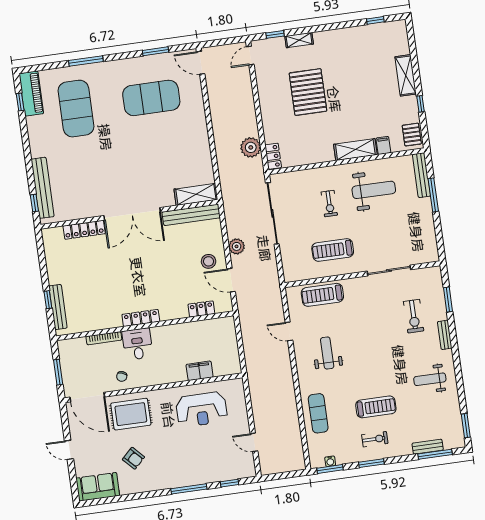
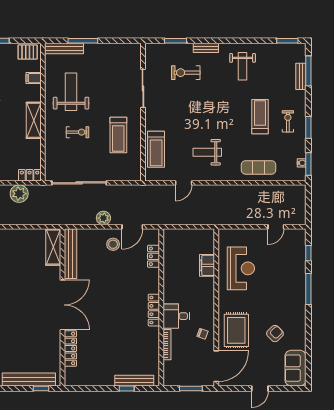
shelving: (355, 150) -> (34, 120), moved
exercise bike: (414, 316) -> (186, 73), turned 180

